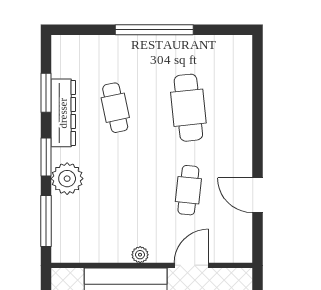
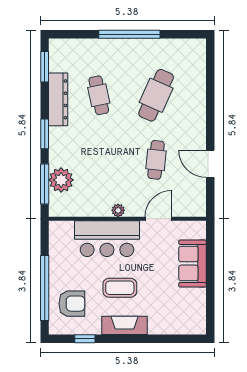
window: (46, 93) -> (45, 67), moved
cafe table: (188, 108) -> (156, 95), turned 30
plant: (67, 179) -> (61, 180), moved

